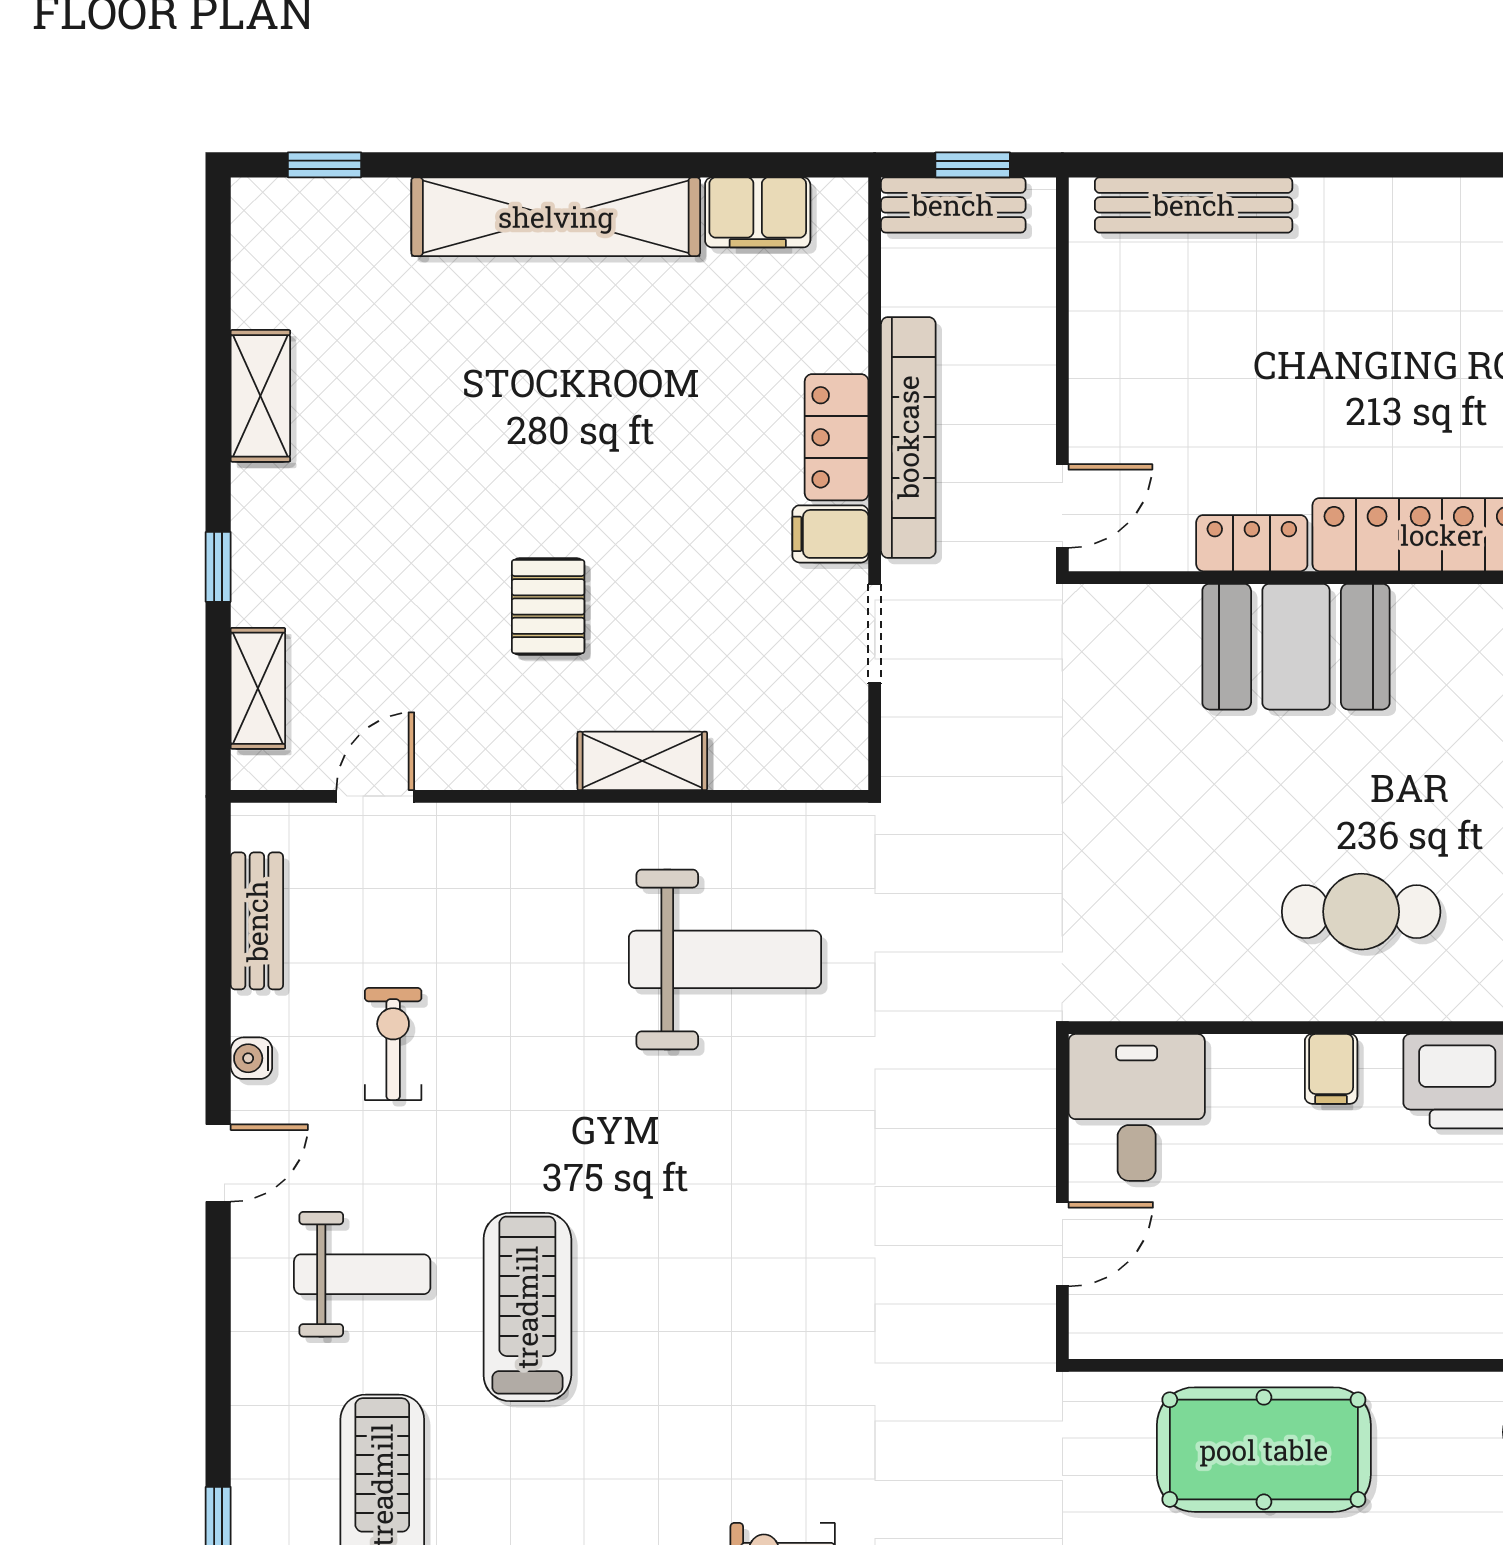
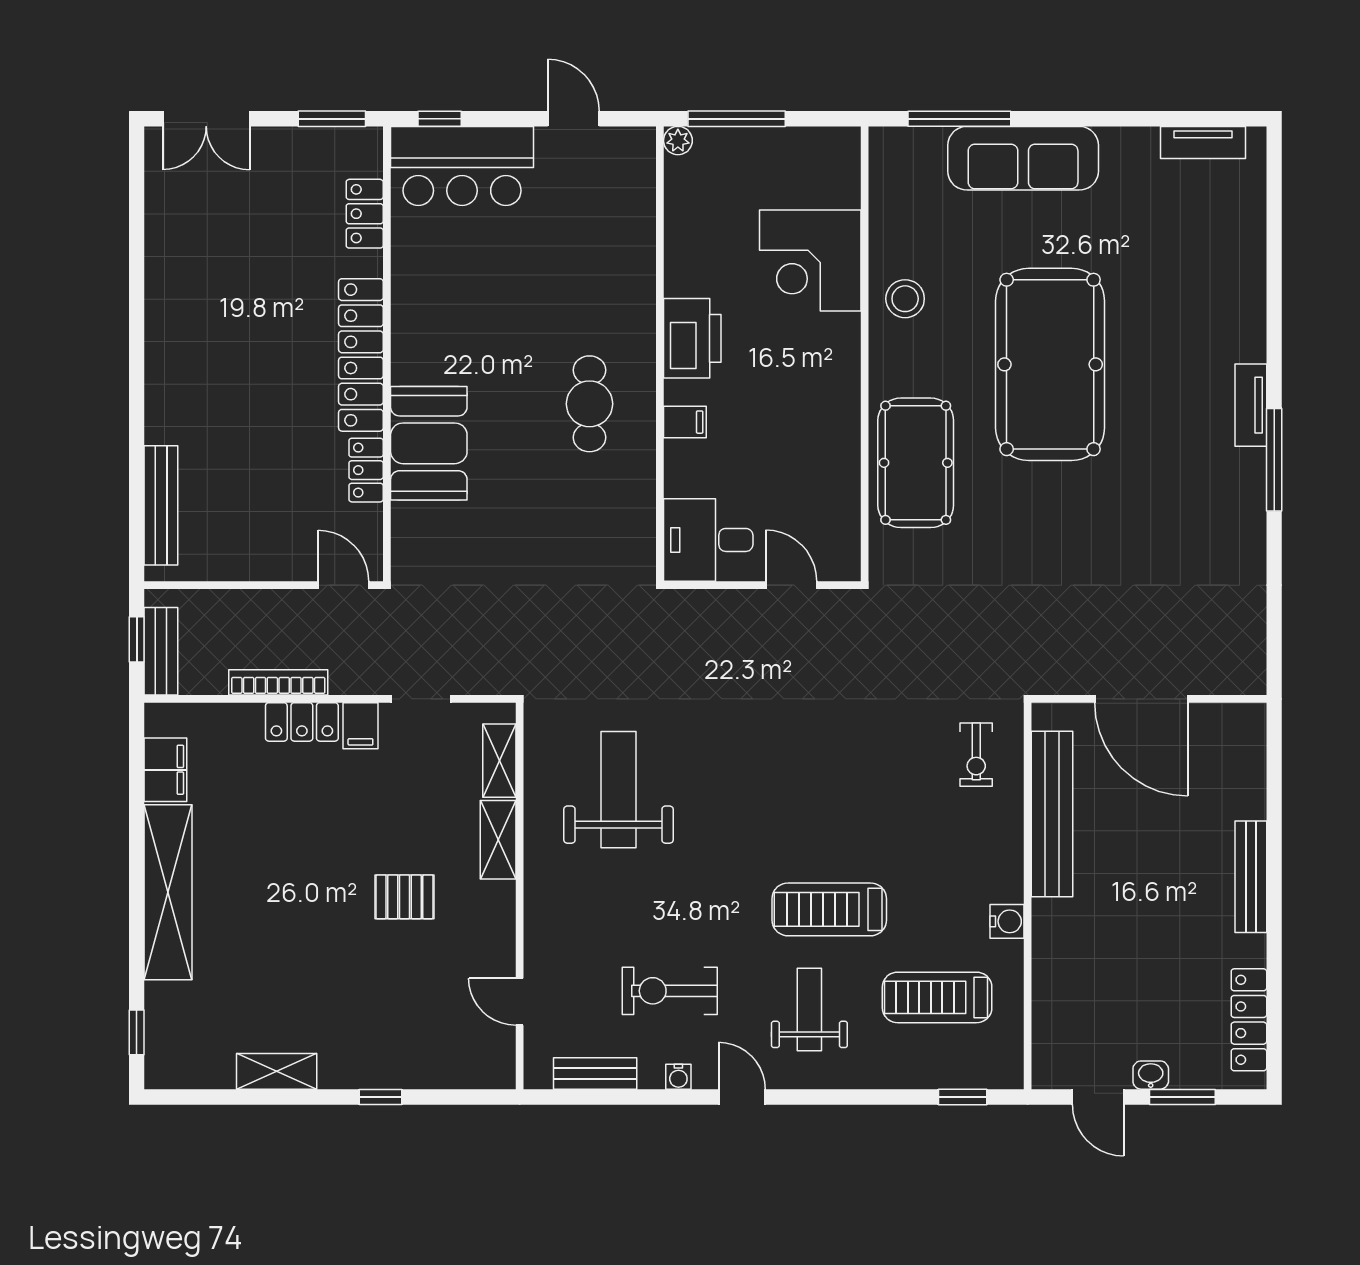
bookcase: (908, 437) -> (278, 682), width x0.68, depth x0.76
shelving: (258, 688) -> (499, 761), moved, turned 90
exercise bike: (393, 1044) -> (670, 991), width x1.38, depth x1.39

